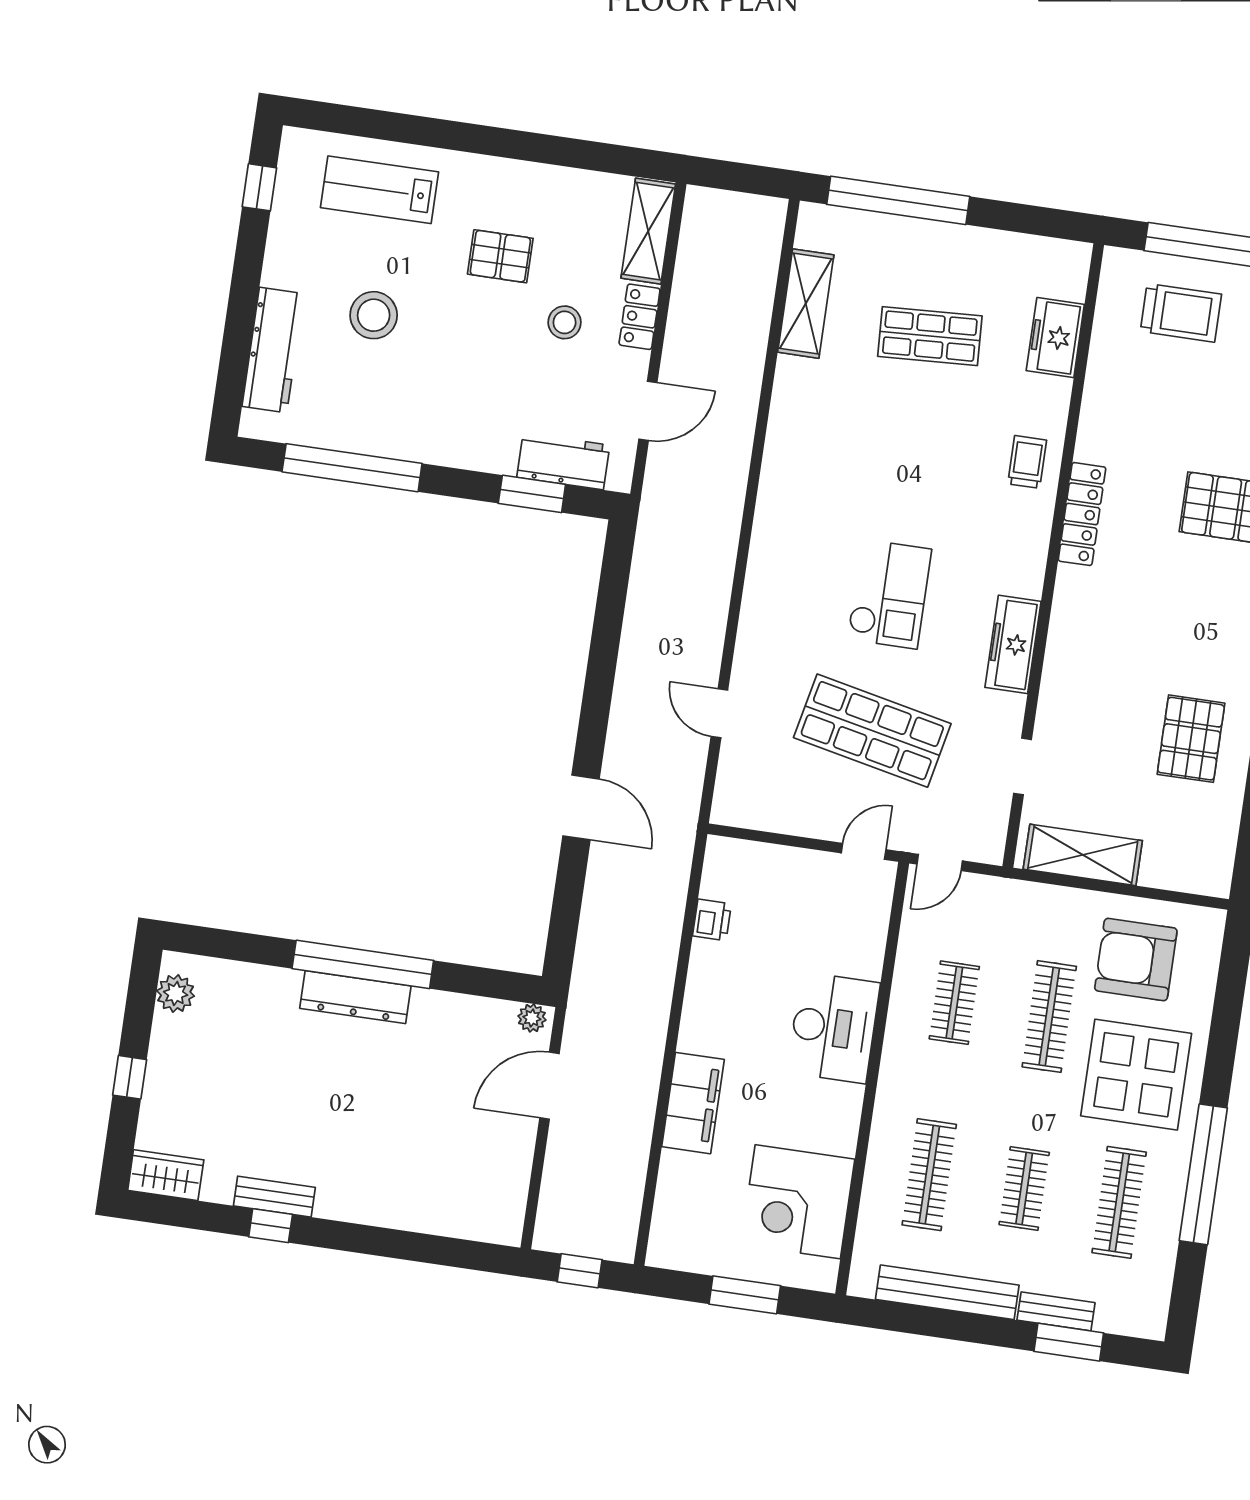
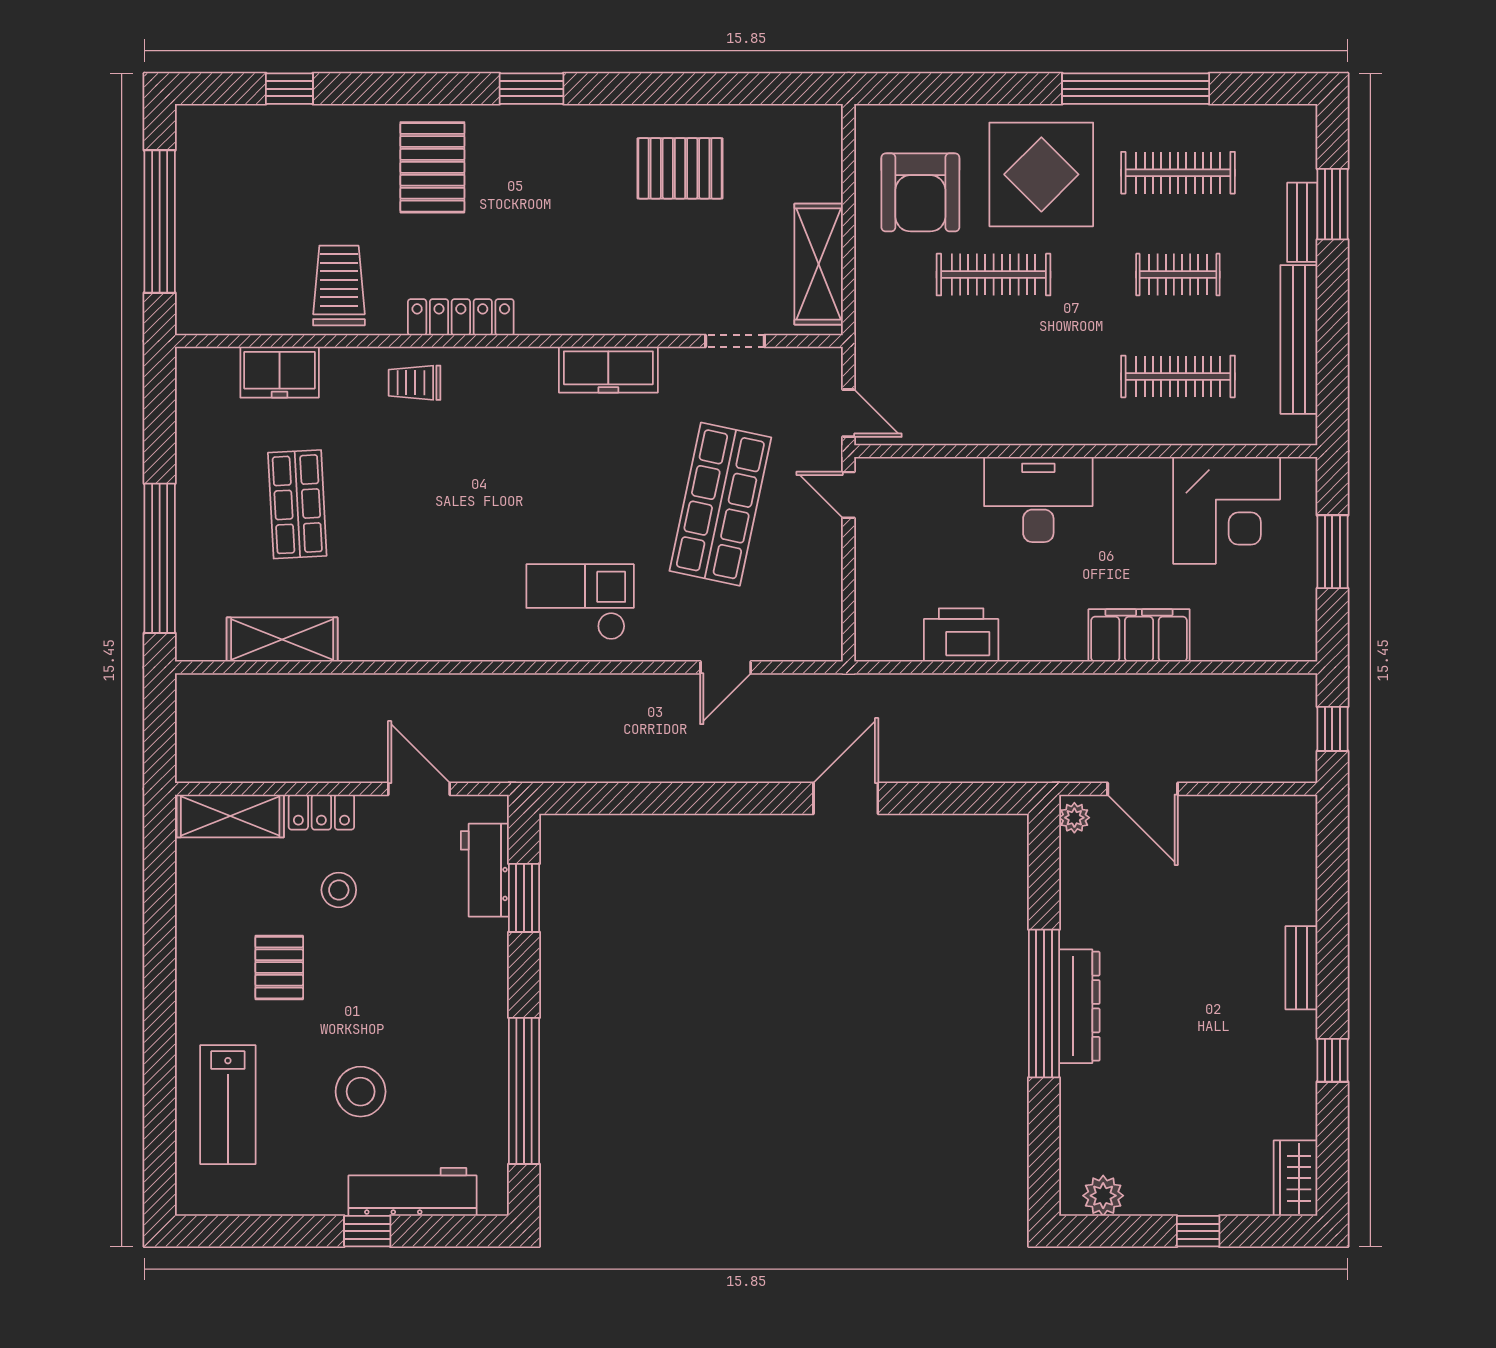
window: (259, 187) -> (367, 1231), moved
trolley: (1181, 313) -> (339, 286), moved
checkout: (889, 594) -> (580, 602), moved
printer: (712, 920) -> (961, 635), width x1.87, depth x1.48
clothes rail: (954, 1003) -> (994, 376), removed
bench: (274, 1197) -> (1301, 968), moved

